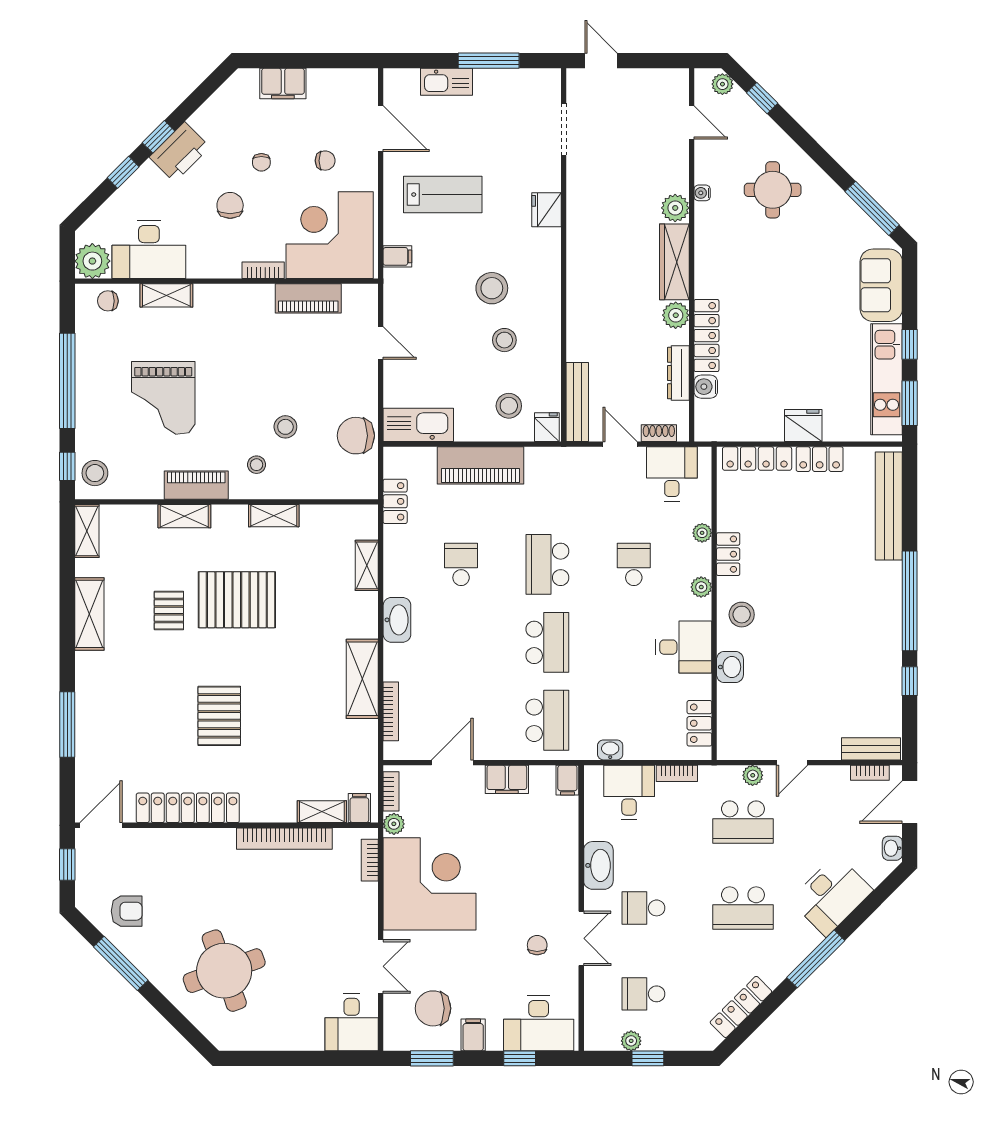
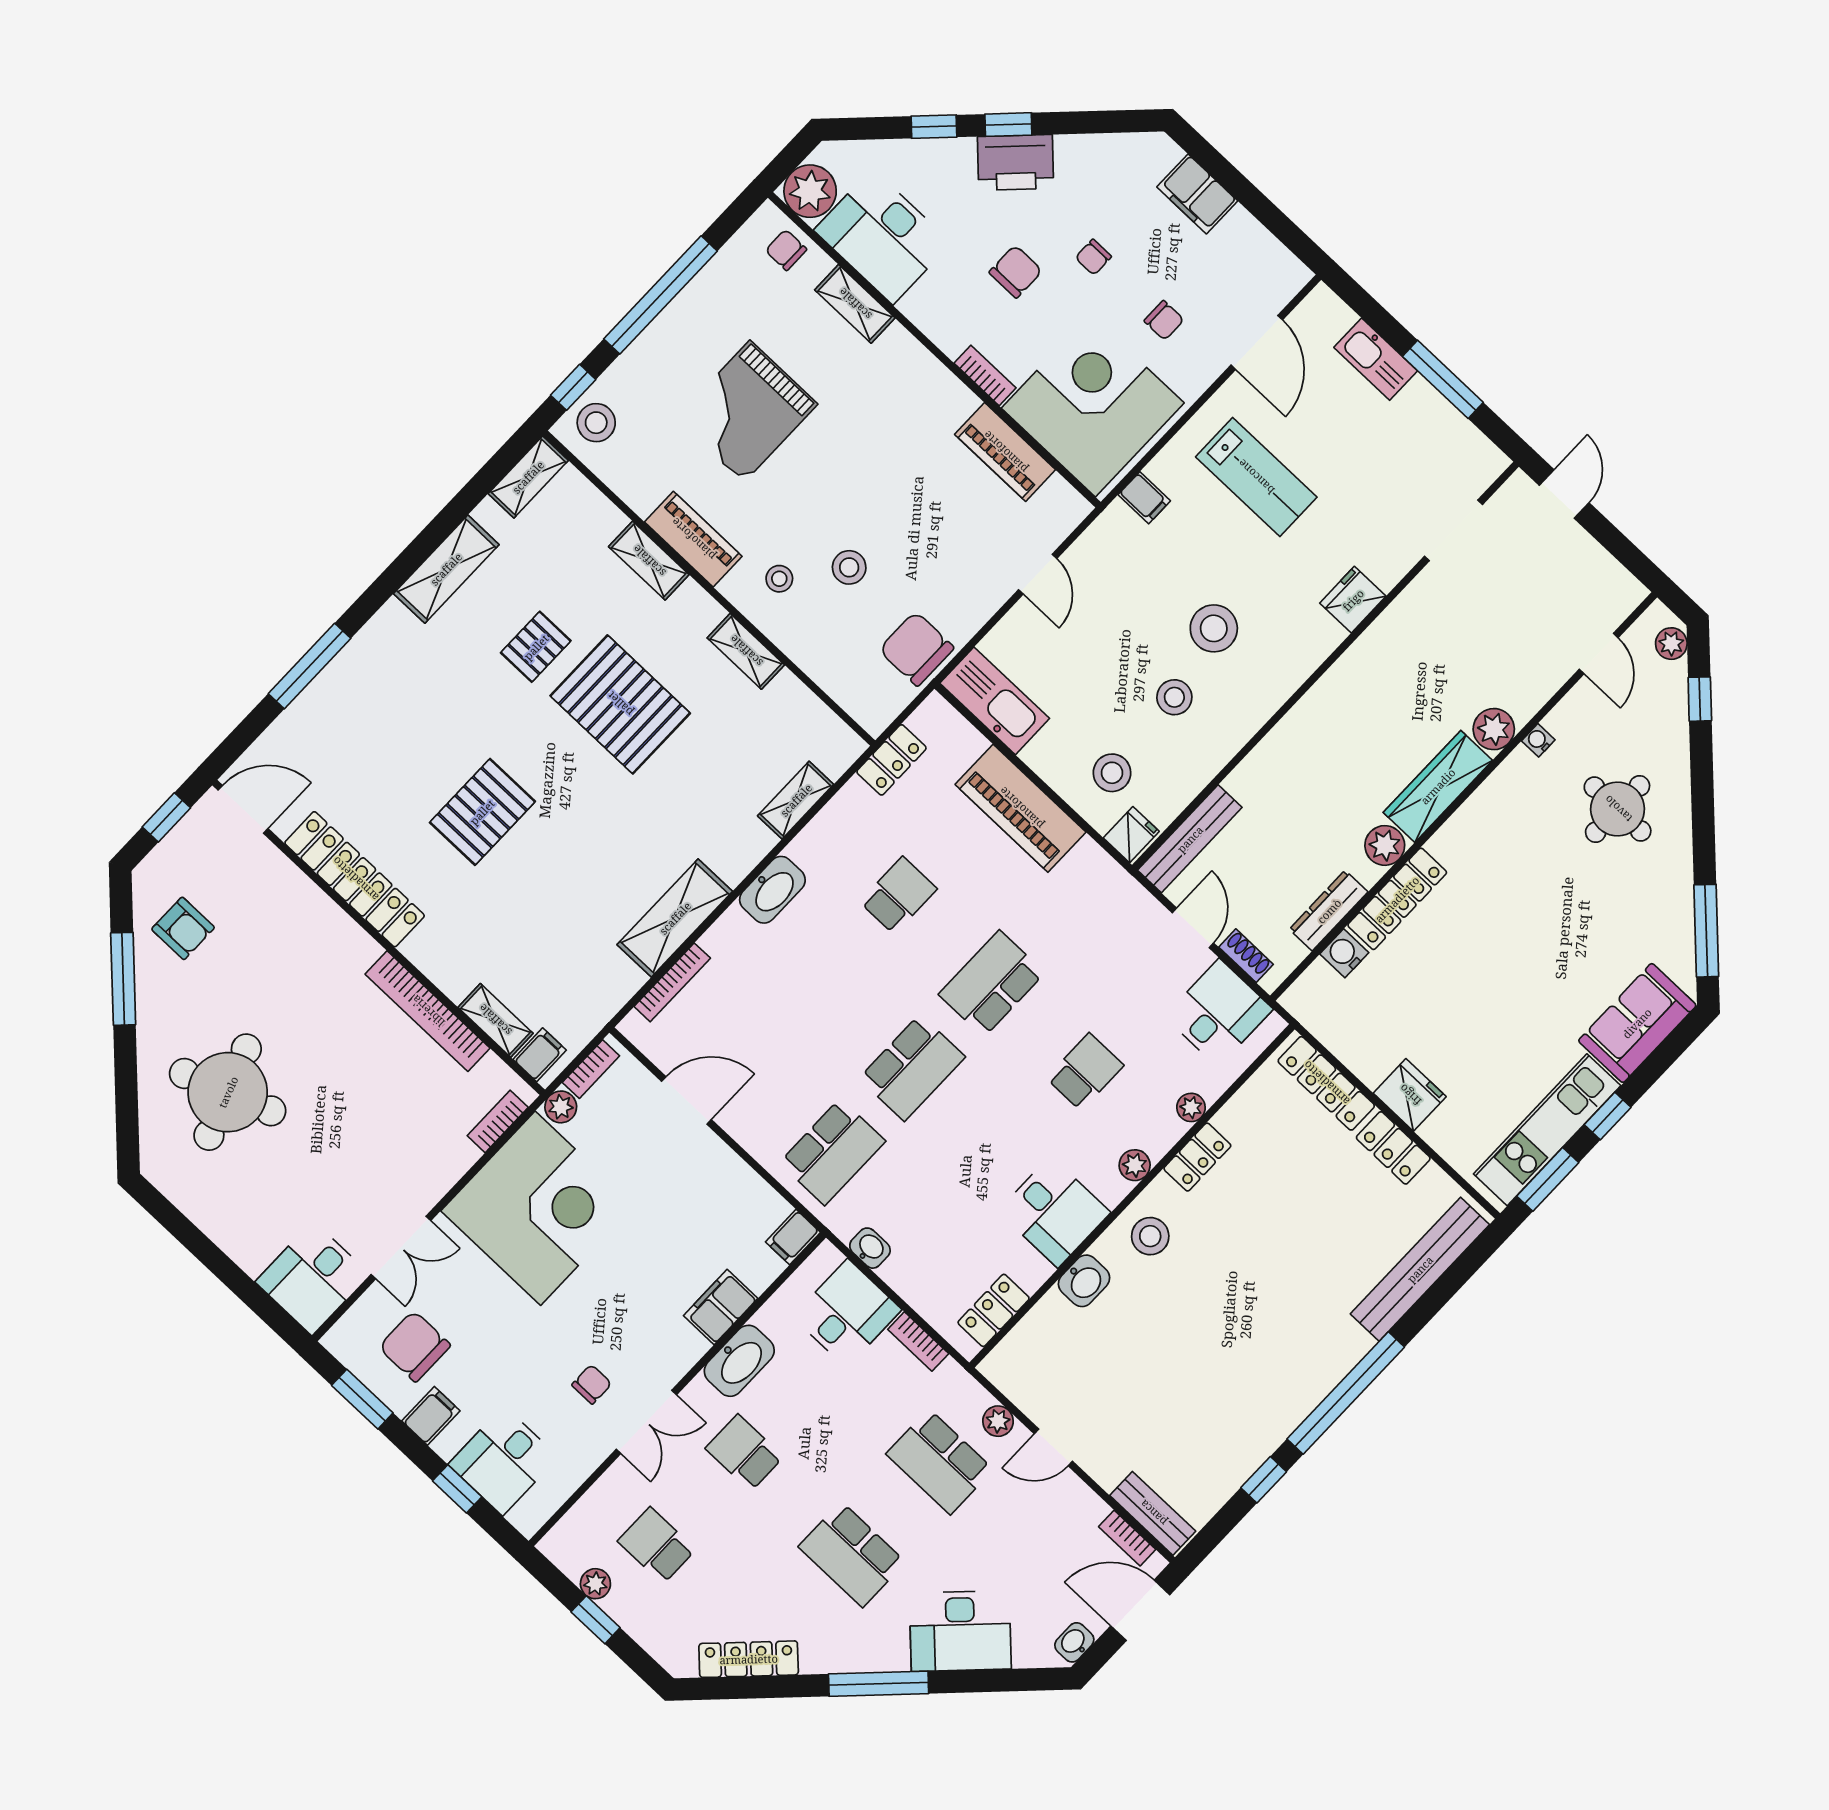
filing cabinet: (507, 779) -> (721, 1307), moved, turned 90
desk: (539, 1023) -> (503, 1461), width x0.73

